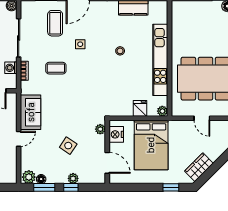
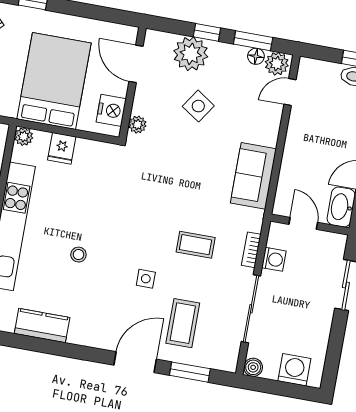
door: (19, 139) -> (290, 92), moved
plant: (73, 178) -> (191, 54), width x1.88, depth x1.88

